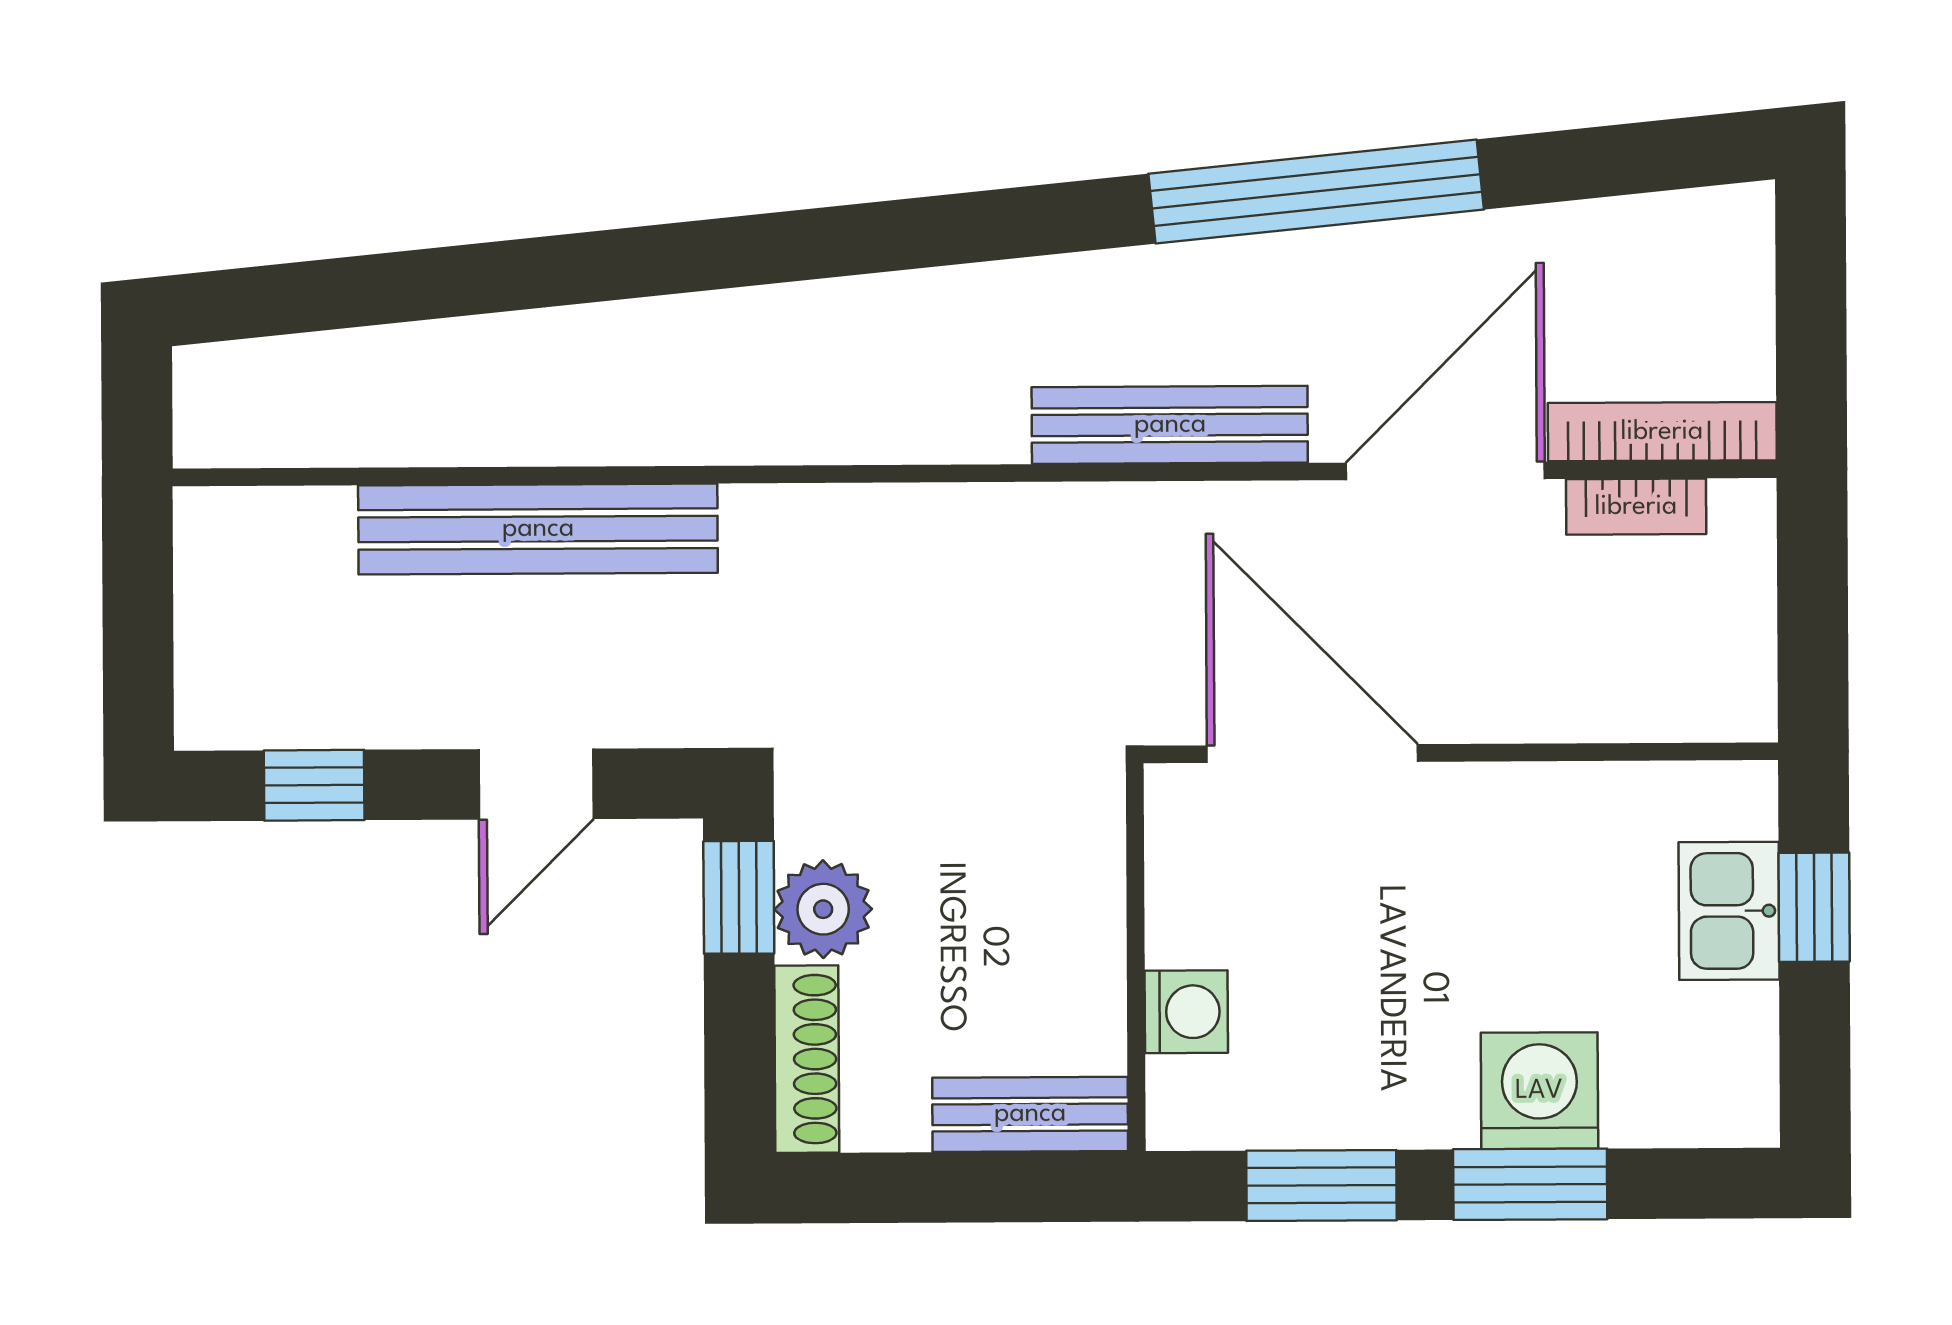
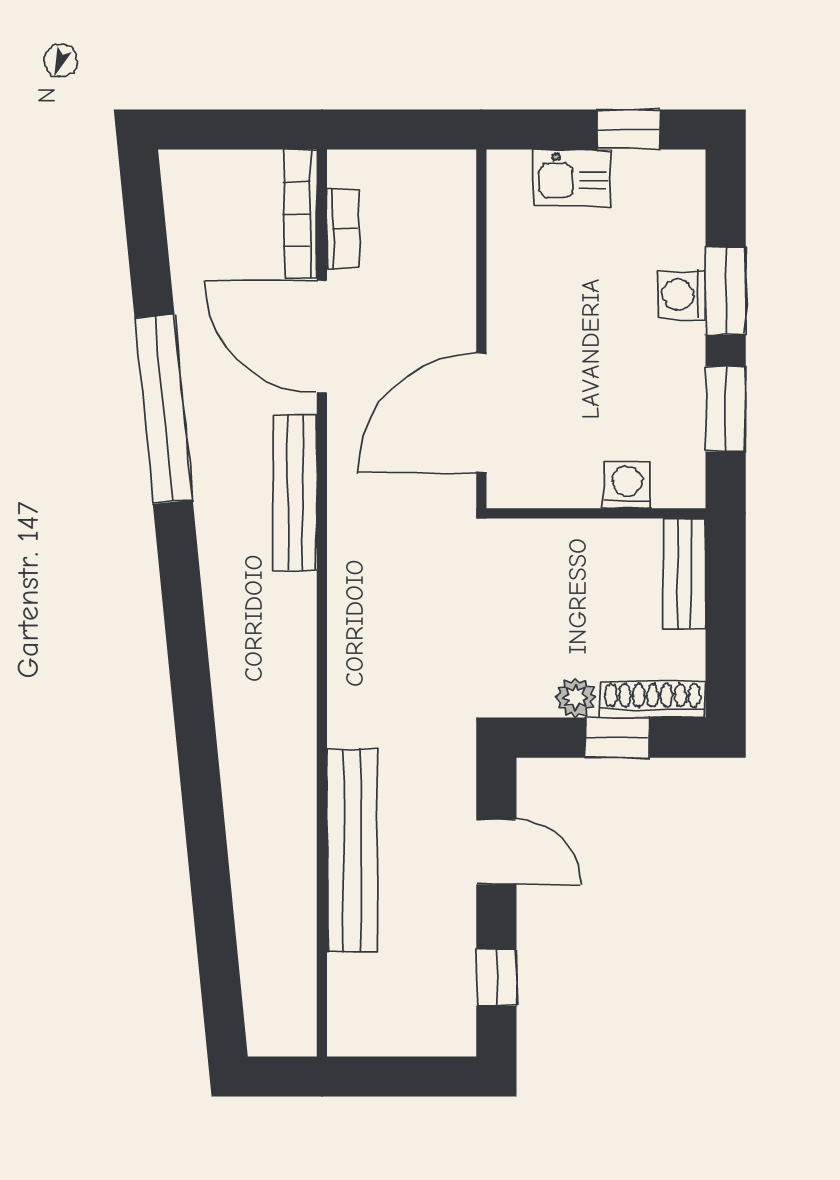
window: (739, 897) -> (617, 738), moved
window: (1814, 907) -> (629, 130), moved
plant: (823, 909) -> (576, 697), width x0.73, depth x0.73
washing machine: (1539, 1091) -> (682, 294), width x0.73, depth x0.73

